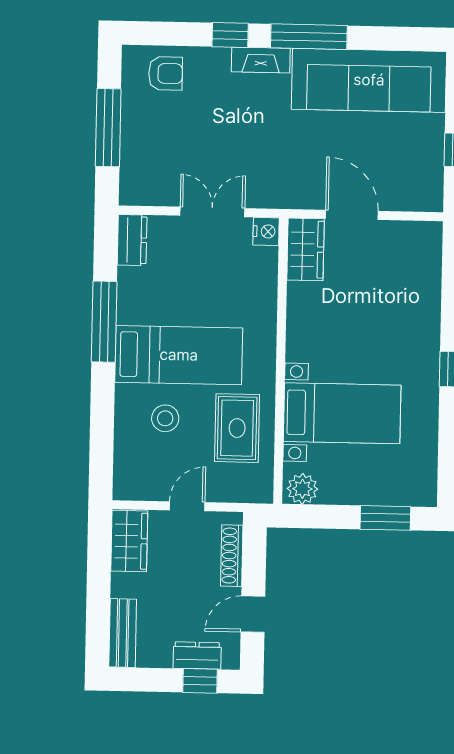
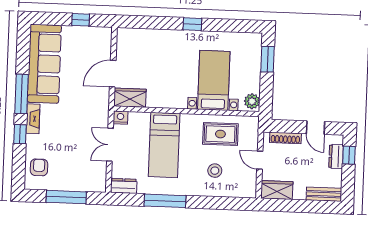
bed: (179, 355) -> (164, 145), moved, turned 180

